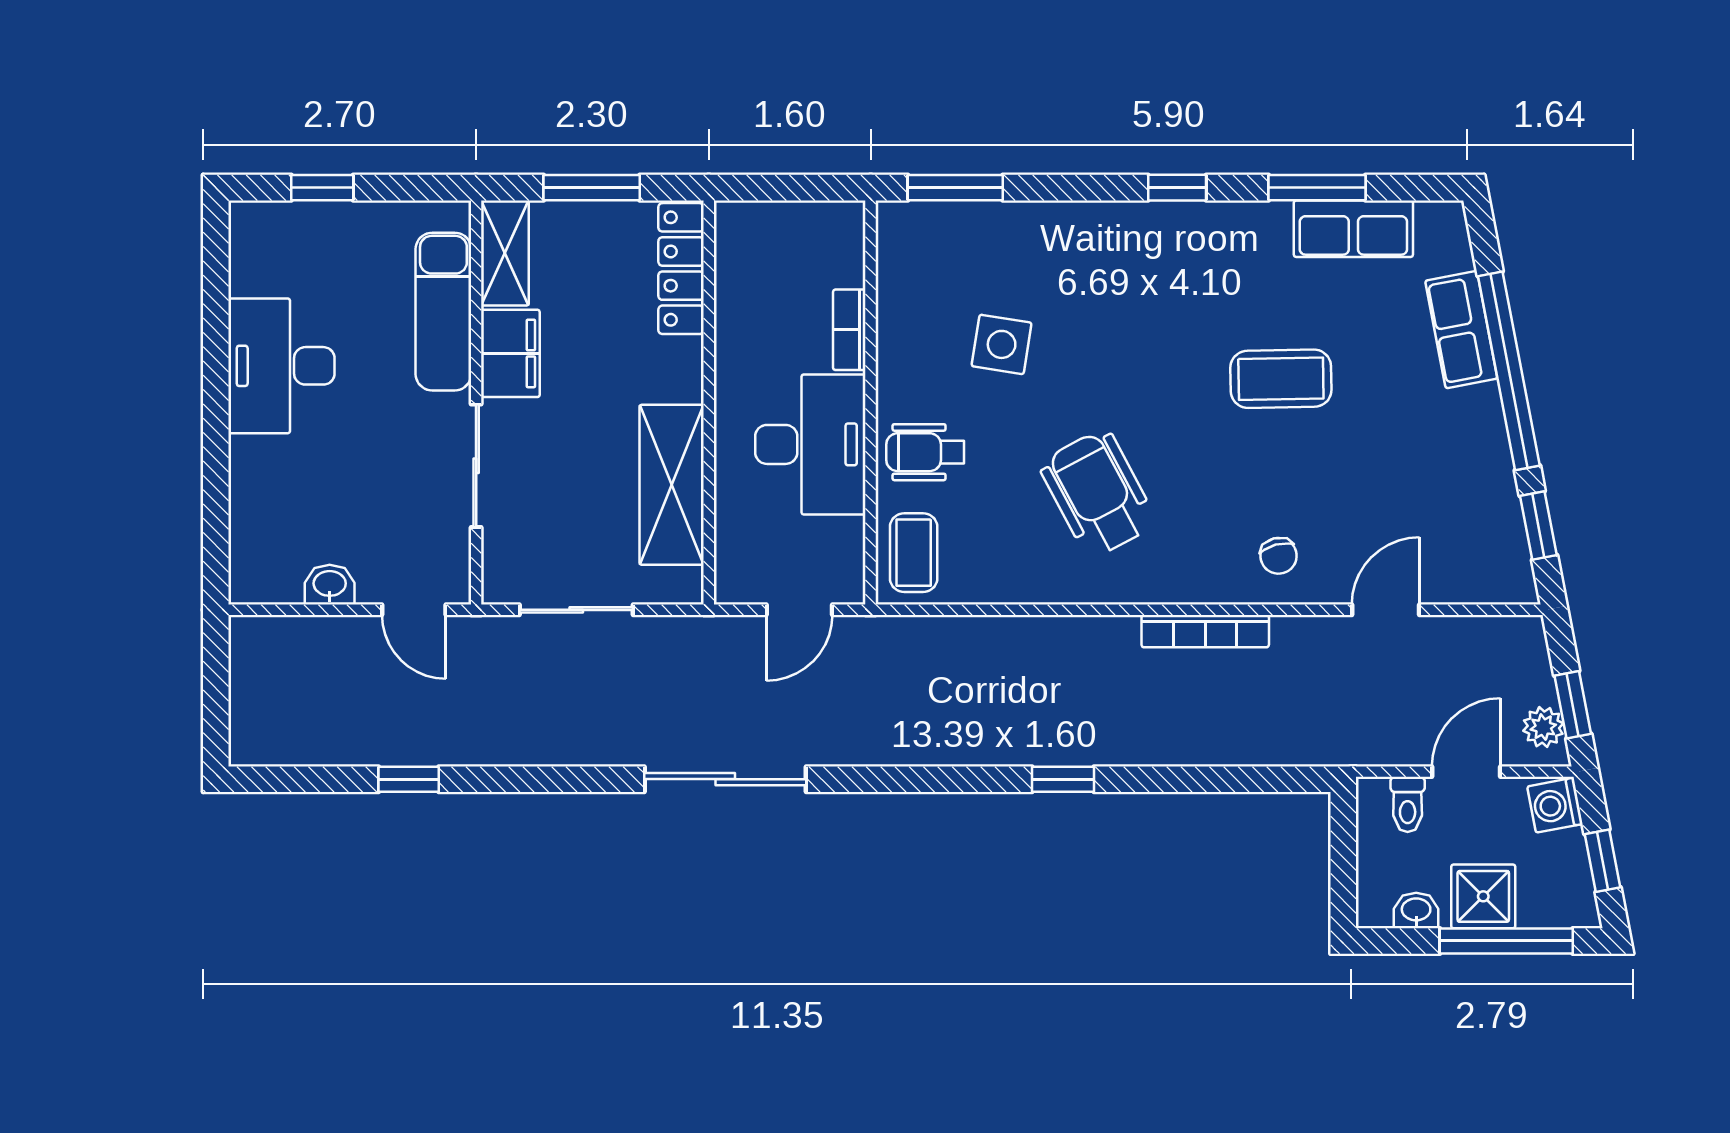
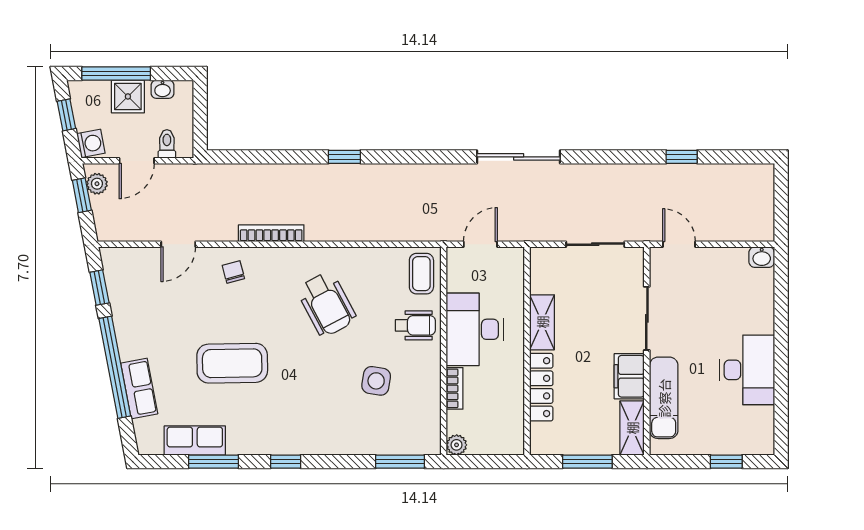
plant: (846, 220) -> (457, 445), added
locker: (681, 269) -> (541, 387), moved
coffee table: (1281, 379) -> (232, 363), width x1.36, depth x1.32
shelving: (672, 485) -> (542, 322), width x0.67, depth x0.75
washbasin: (330, 585) -> (762, 257), moved

